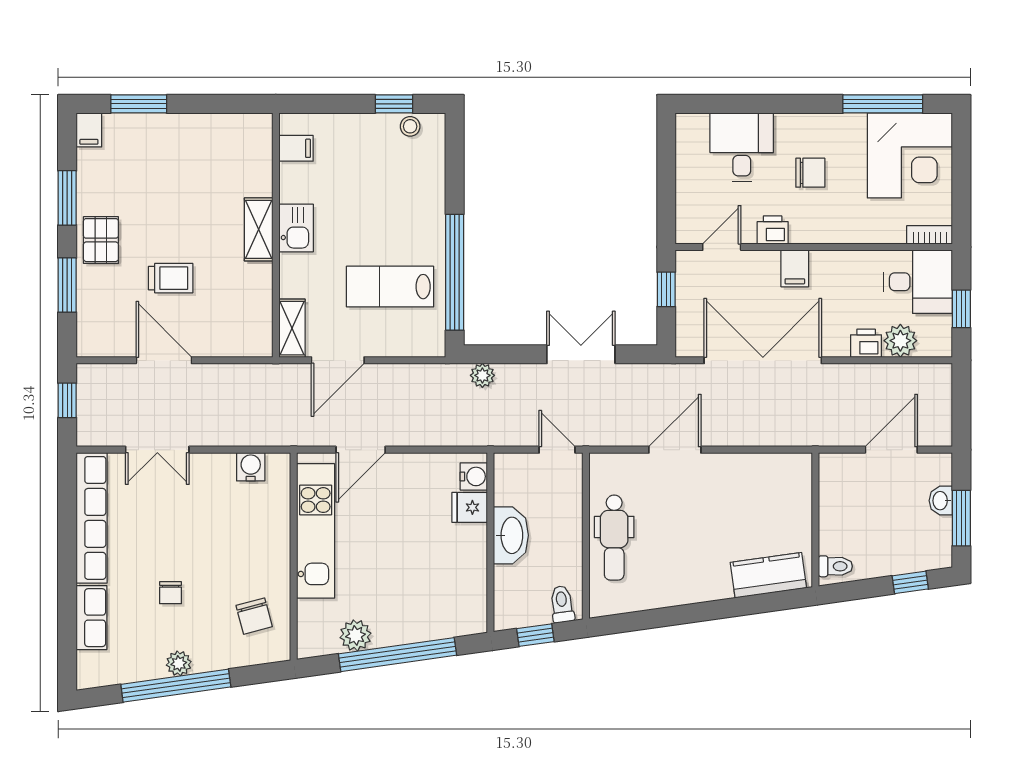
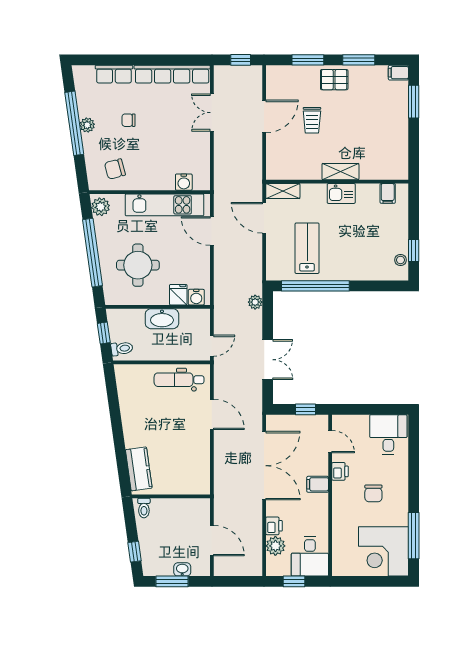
desk: (742, 147) -> (388, 435), moved, turned -90
bookcase: (930, 235) -> (337, 563), removed
water cooler: (251, 467) -> (184, 182), moved, turned 90
dental chair: (614, 538) -> (179, 380), moved
round table: (419, 577) -> (138, 265), added
plant: (356, 635) -> (101, 207), moved

